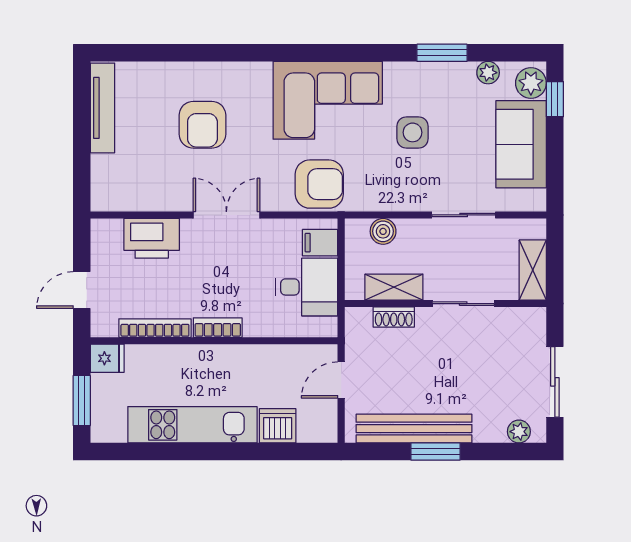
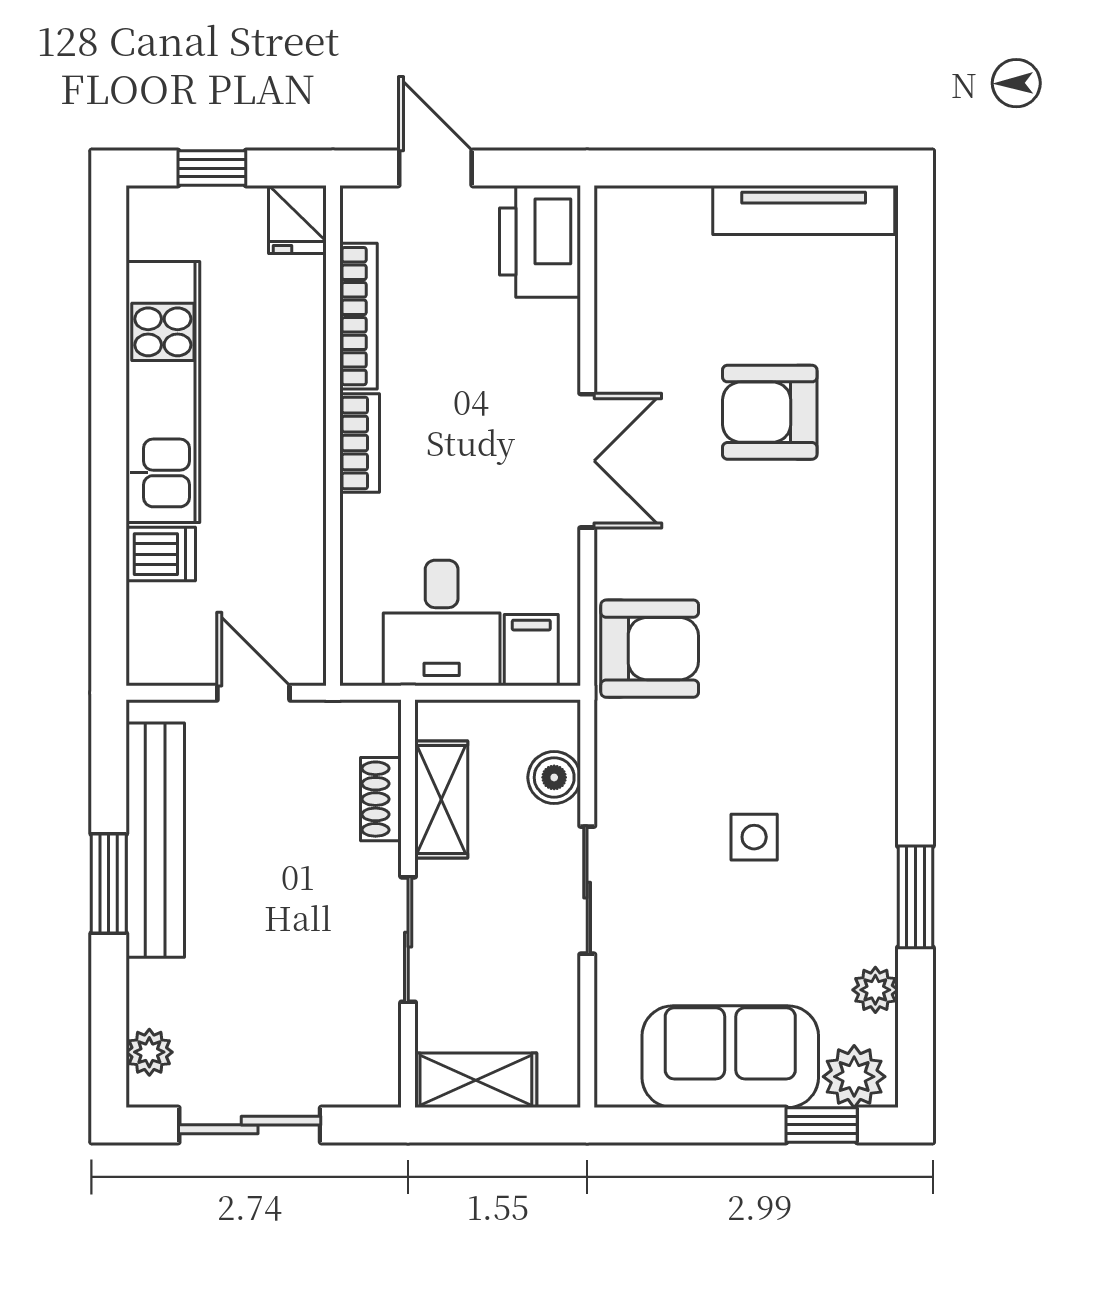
corner sofa: (328, 100) -> (819, 666), removed
side table: (413, 132) -> (754, 837), width x0.73, depth x0.73
armchair: (319, 184) -> (650, 649), turned -90
sliding door: (464, 215) -> (587, 890), moved
printer: (152, 238) -> (540, 241), moved
window: (82, 401) -> (212, 168), width x0.67
dishwasher: (278, 426) -> (161, 554), width x0.73

